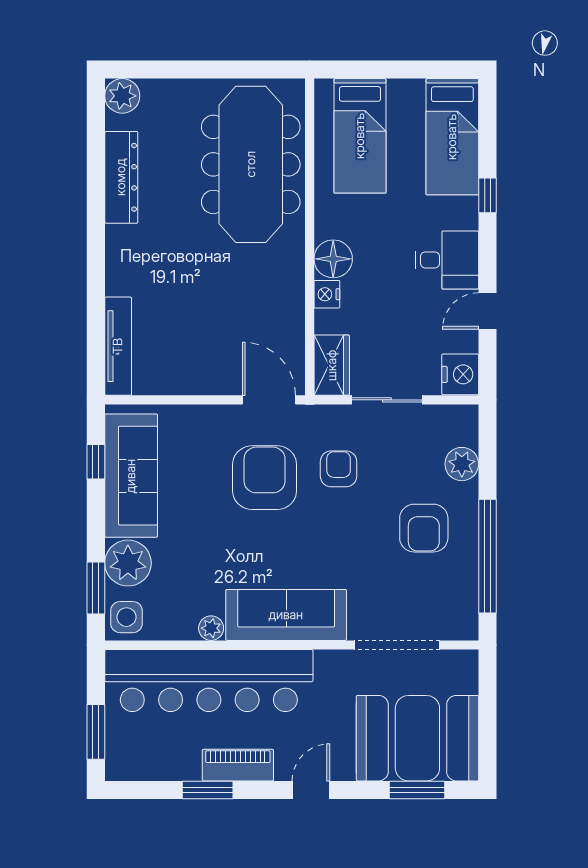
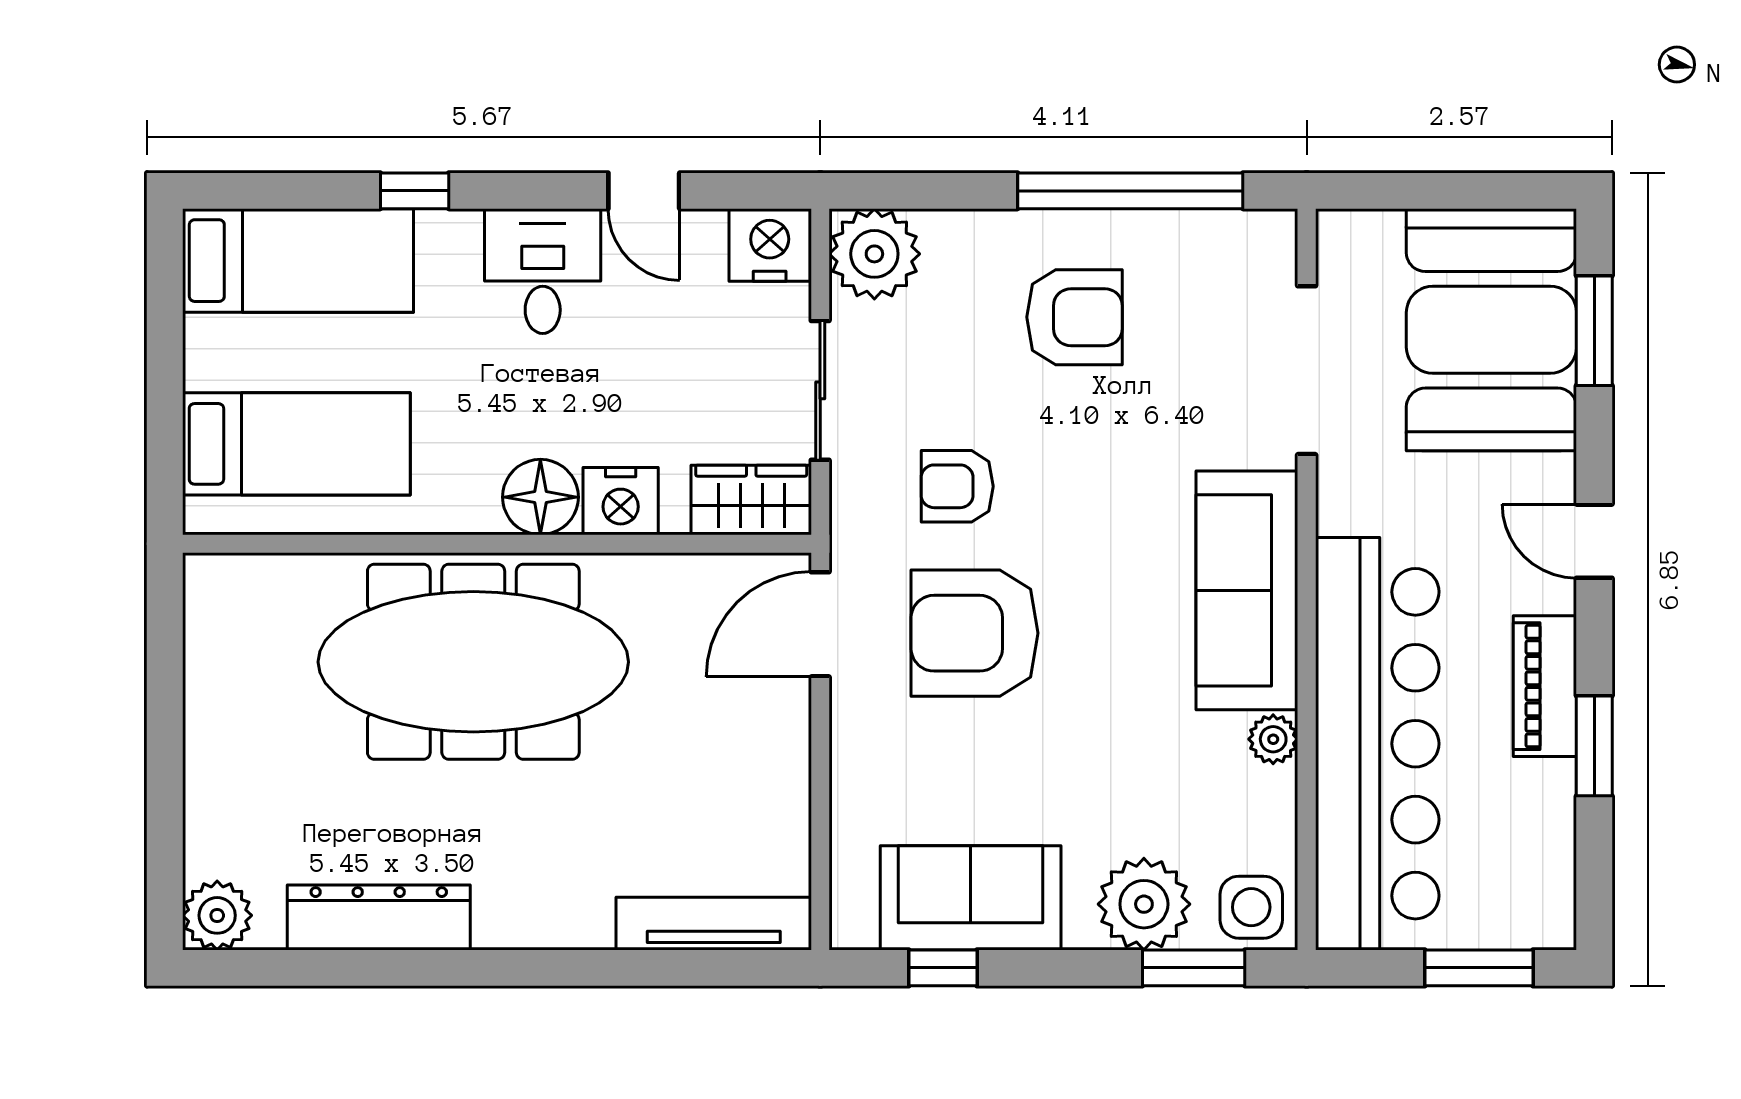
meeting table: (251, 164) -> (473, 662), moved
nightstand: (327, 294) -> (621, 501), width x1.36, depth x1.33
plant: (462, 464) -> (874, 254), moved, width x1.36, depth x1.36
sofa: (131, 476) -> (971, 898), width x0.73

